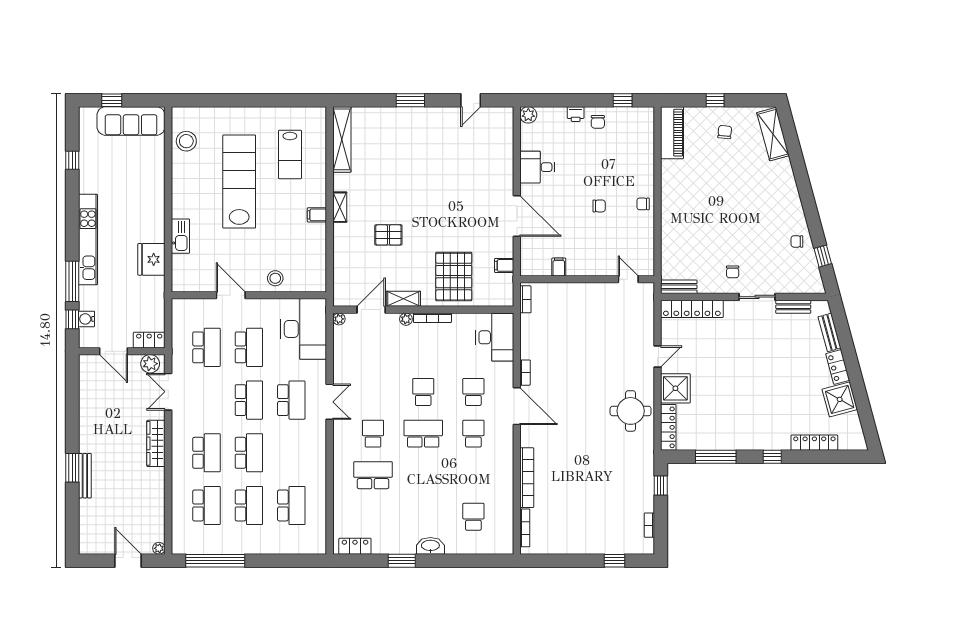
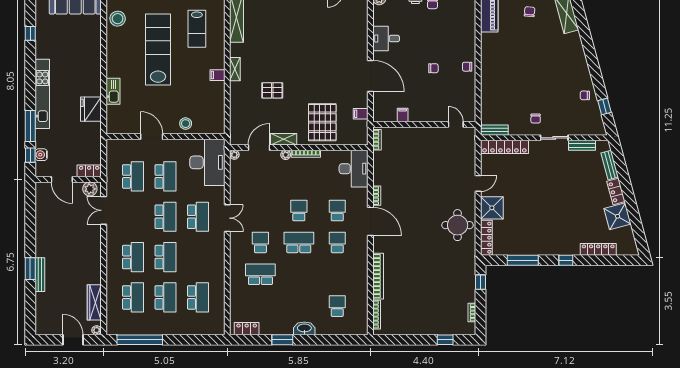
wardrobe: (156, 443) -> (94, 302), moved

